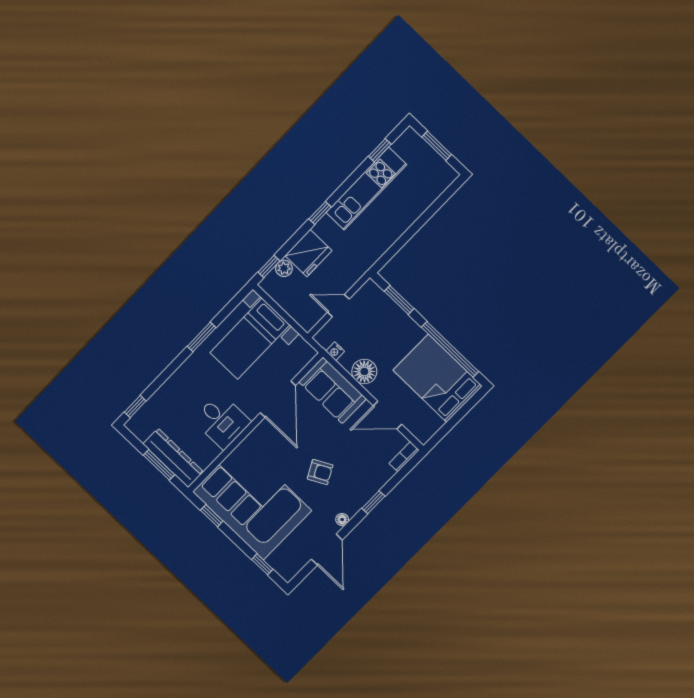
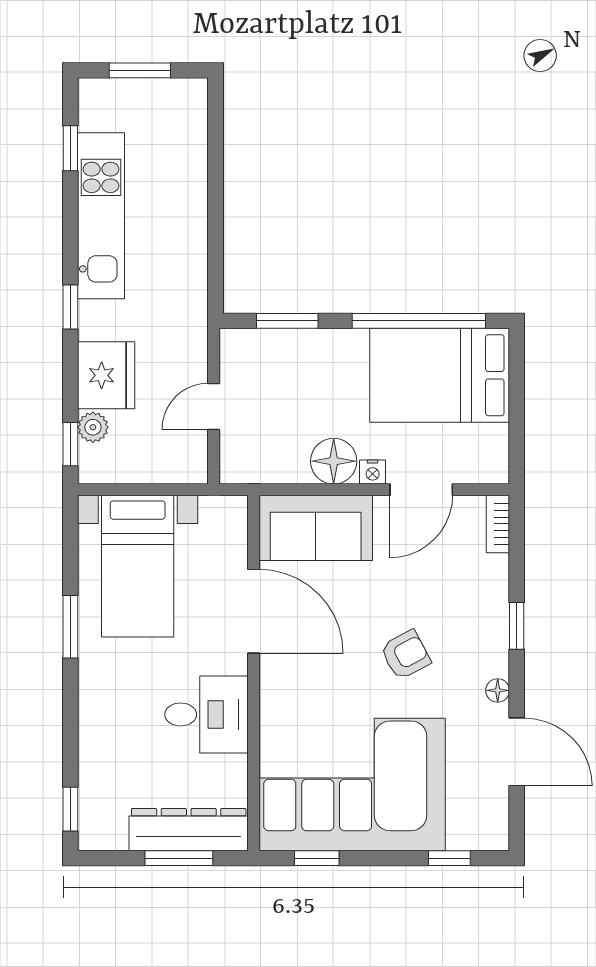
nightstand: (335, 351) -> (373, 472), moved

